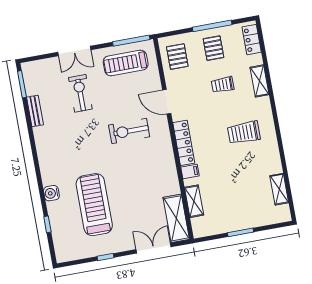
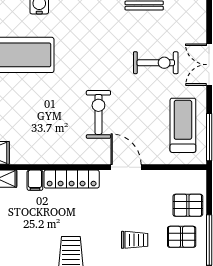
pallet: (177, 57) -> (188, 205), moved
trolley: (223, 85) -> (135, 240), turned 90
door: (167, 102) -> (126, 167), hinge flipped

